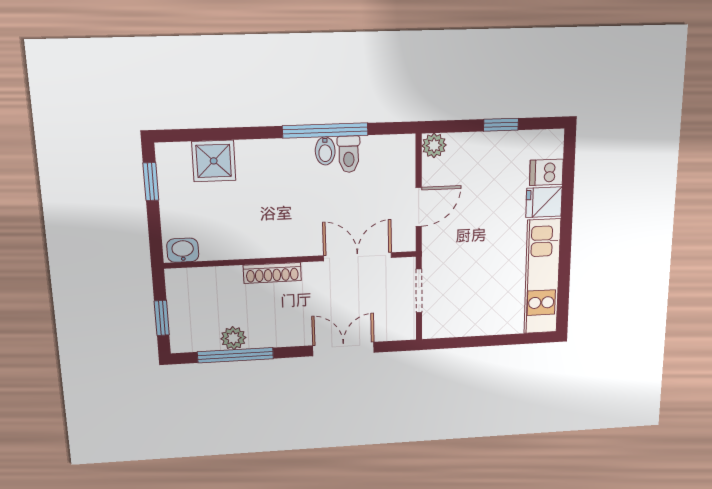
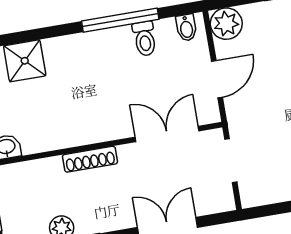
plant: (434, 145) -> (226, 24), width x1.38, depth x1.38
bidet: (325, 151) -> (186, 28), moved

